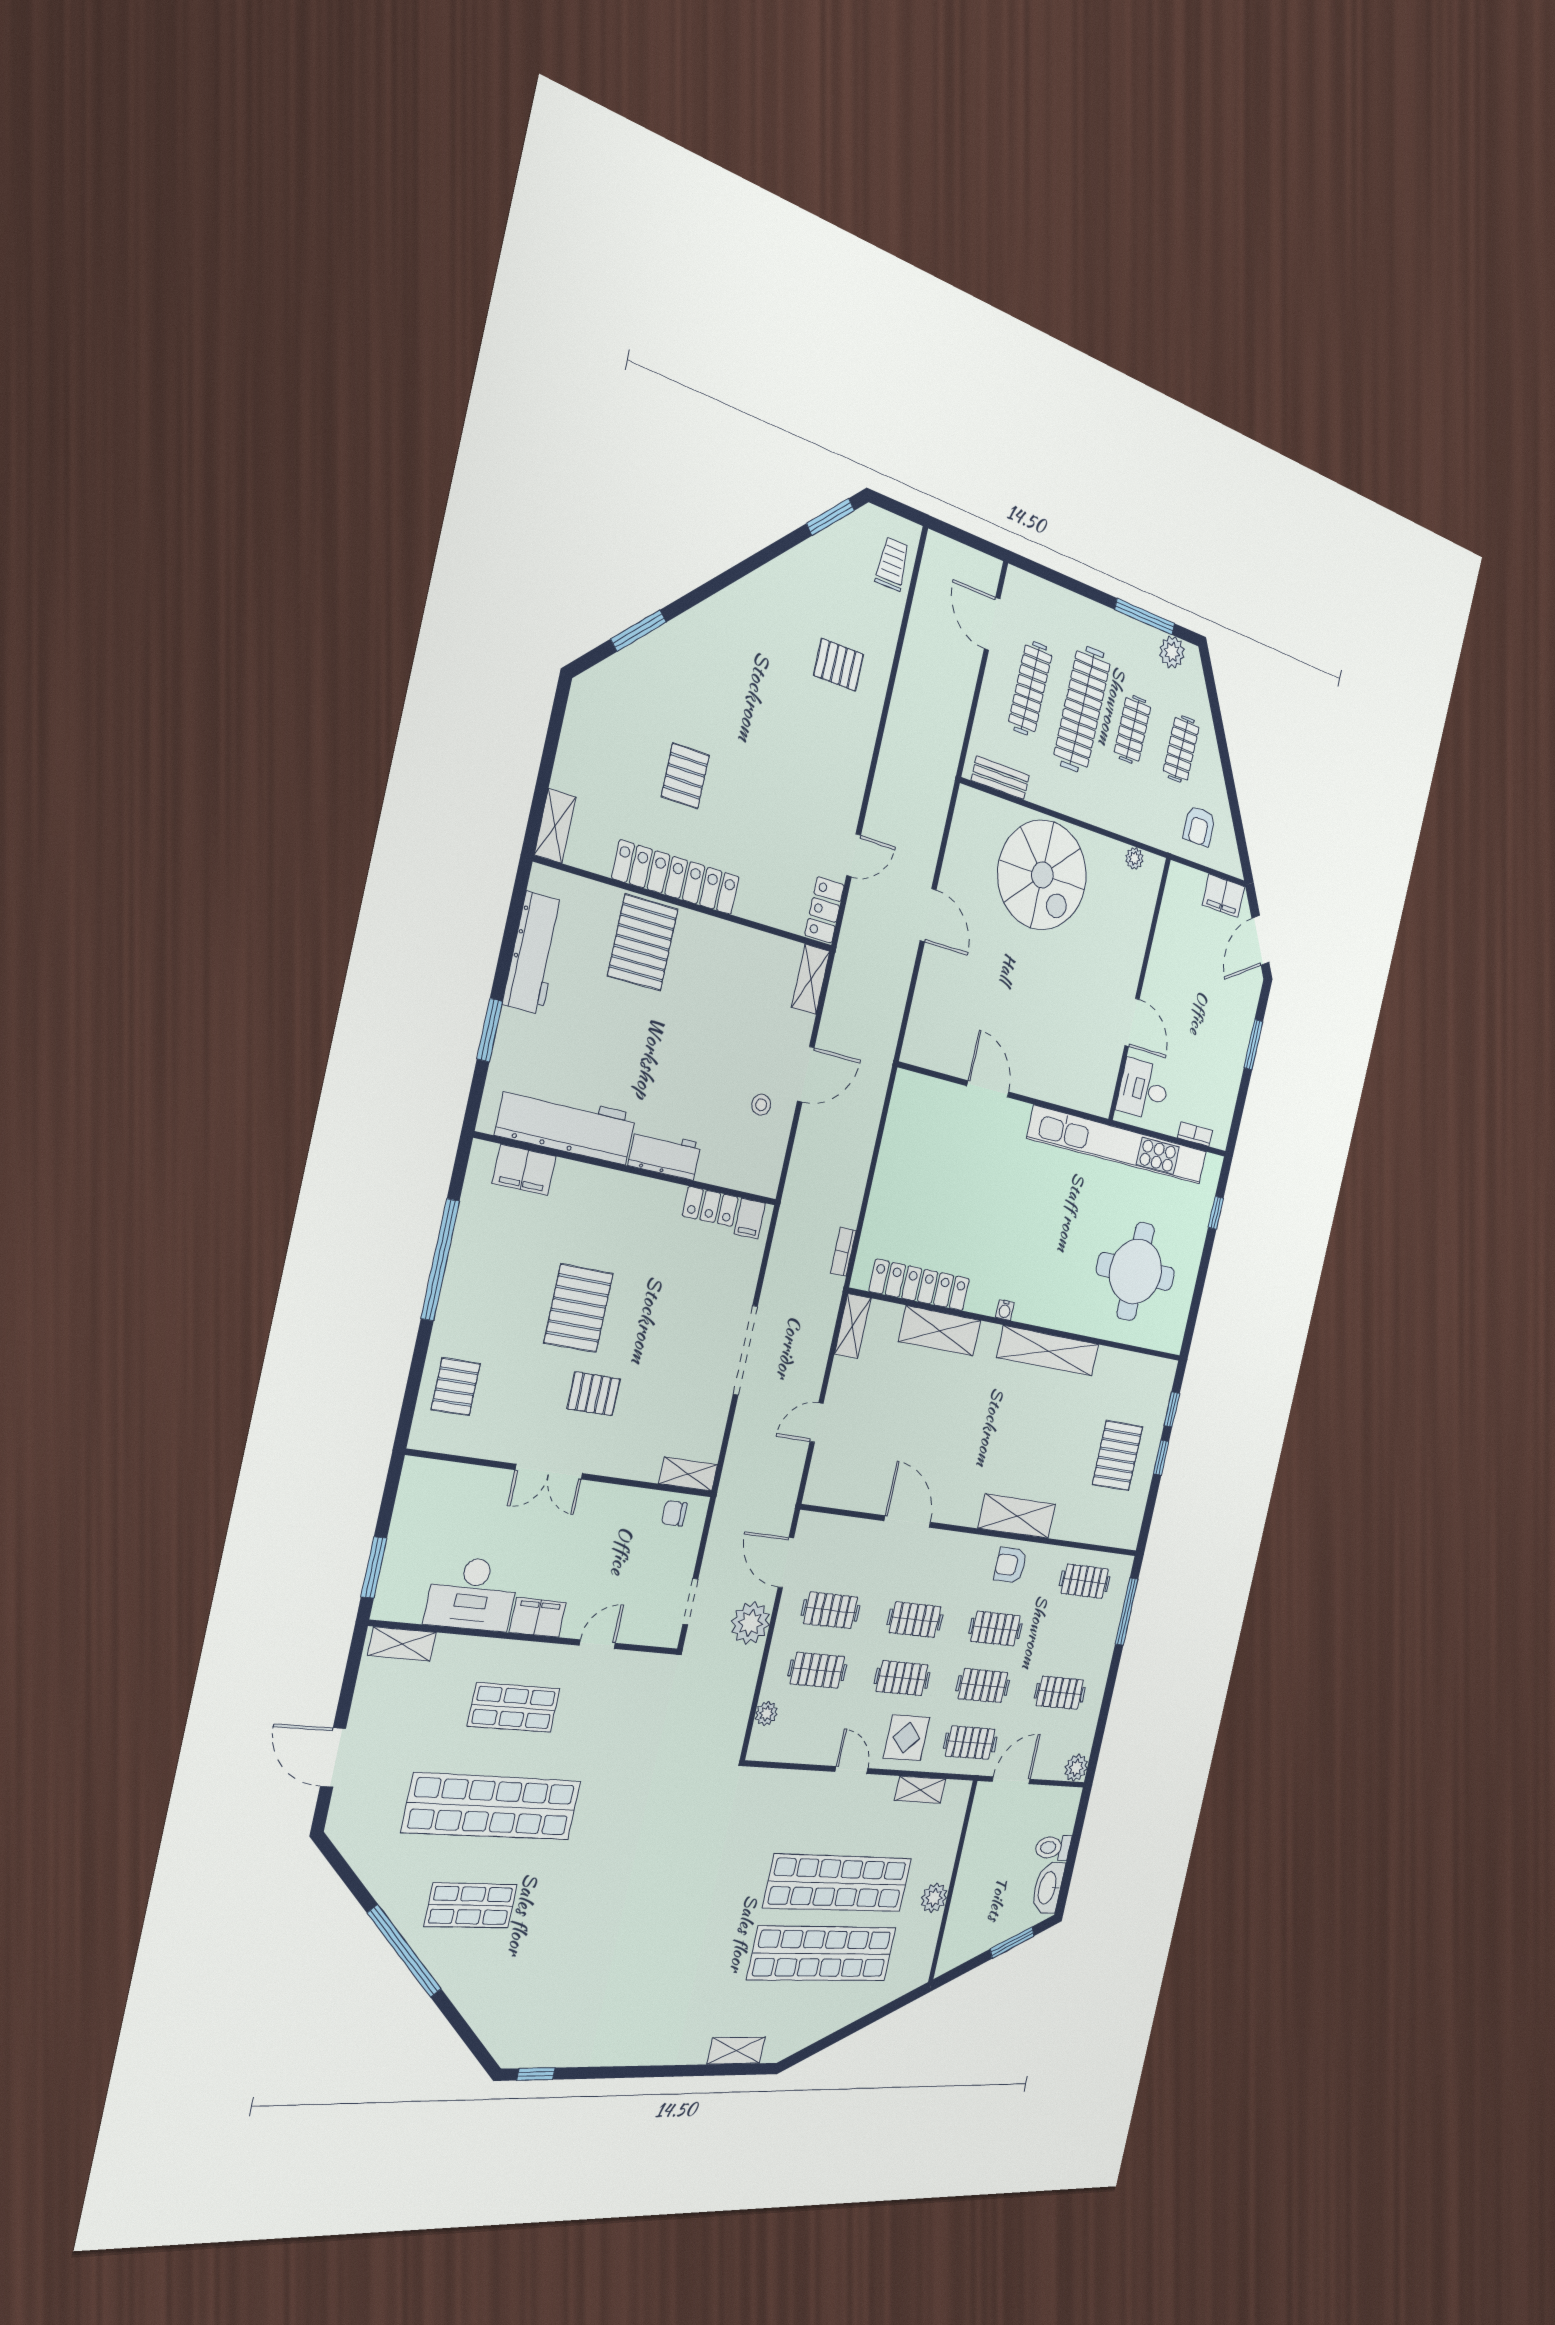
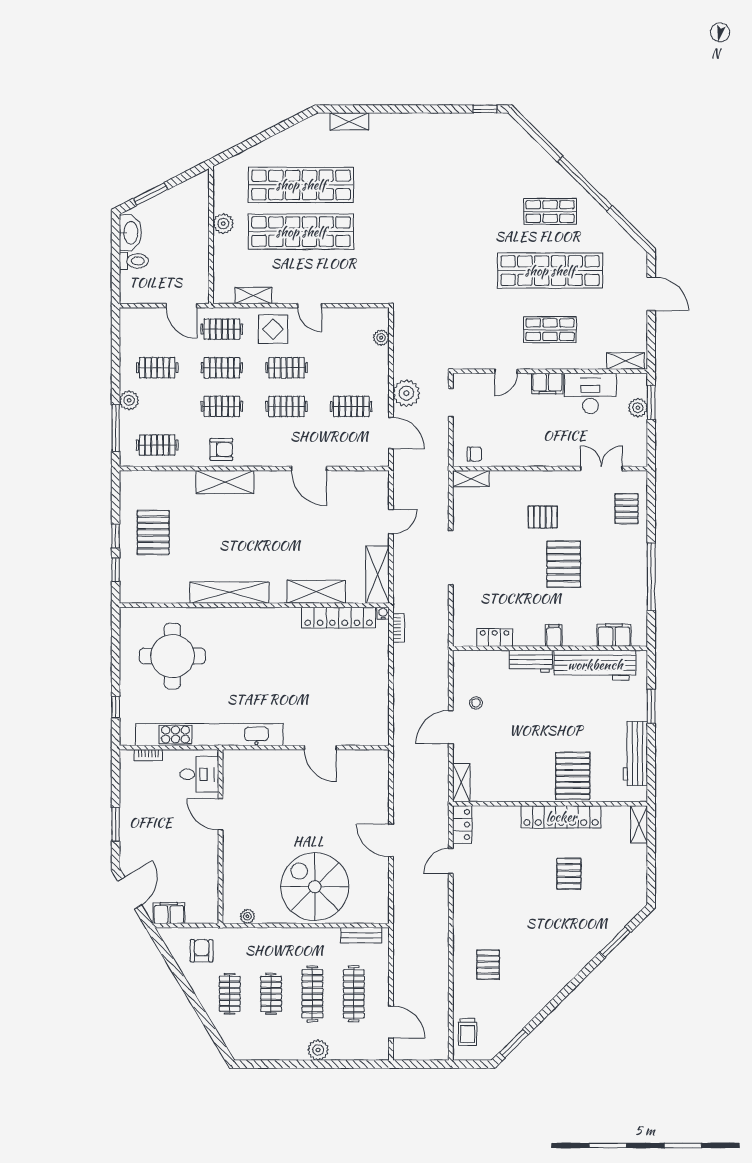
window: (1145, 617) -> (281, 1064), removed
plant: (1172, 652) -> (318, 1050), moved
pallet: (839, 665) -> (488, 965), turned 90
clothes rail: (1082, 709) -> (312, 994), width x0.73, depth x0.76
filing cabinet: (750, 1219) -> (554, 635), moved
water cooler: (1005, 1310) -> (383, 613), moved
shelving: (853, 1326) -> (378, 575), width x1.50, depth x1.33
double door: (549, 1472) -> (601, 469), moved
plant: (399, 1560) -> (638, 408), added
clothes rail: (817, 1670) -> (351, 368), removed
plant: (1076, 1768) -> (129, 400), moved
door: (1011, 1780) -> (182, 306), hinge flipped

